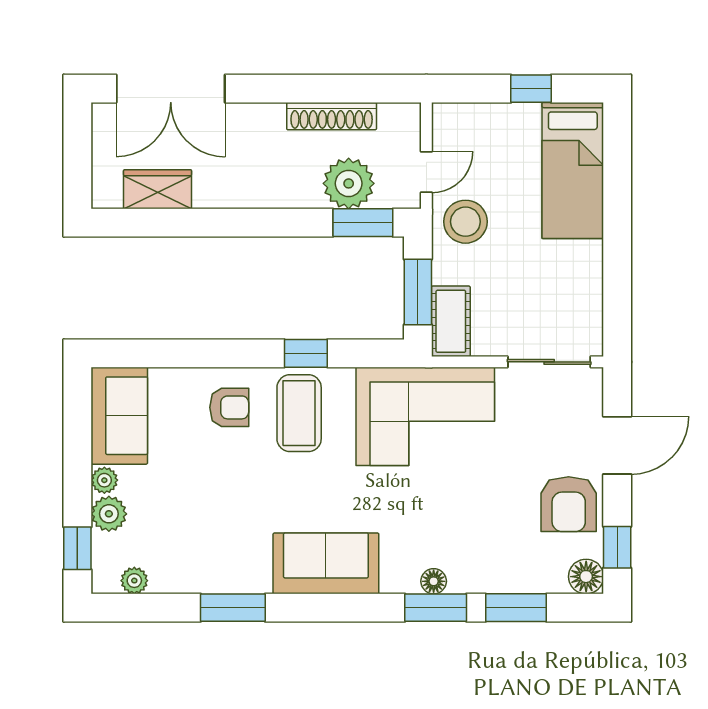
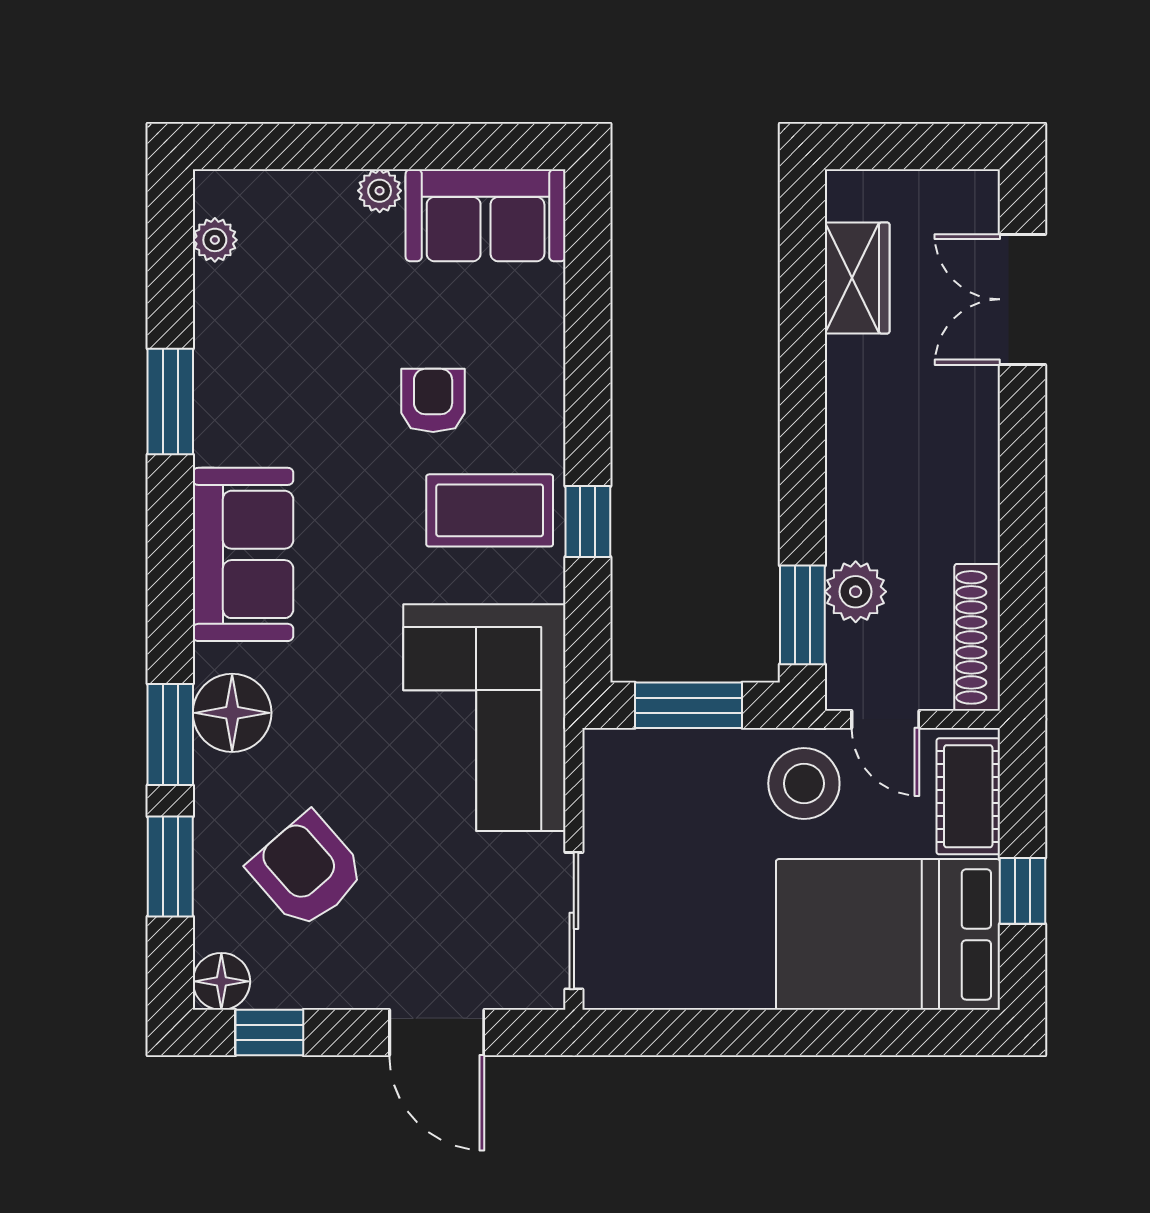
double door: (171, 89) -> (1022, 299), width x0.73
shoe rack: (332, 116) -> (977, 637), moved
bed: (573, 170) -> (888, 934), width x1.50
plant: (349, 183) -> (856, 592), width x0.73, depth x0.73
cot: (451, 321) -> (968, 796), moved, turned 90
armchair: (229, 407) -> (433, 400), moved, turned 180
armchair: (569, 504) -> (307, 871), moved, turned 49
plant: (109, 514) -> (324, 198), removed
window: (77, 548) -> (268, 147), removed
floor lamp: (434, 581) -> (232, 713), width x1.89, depth x1.89

